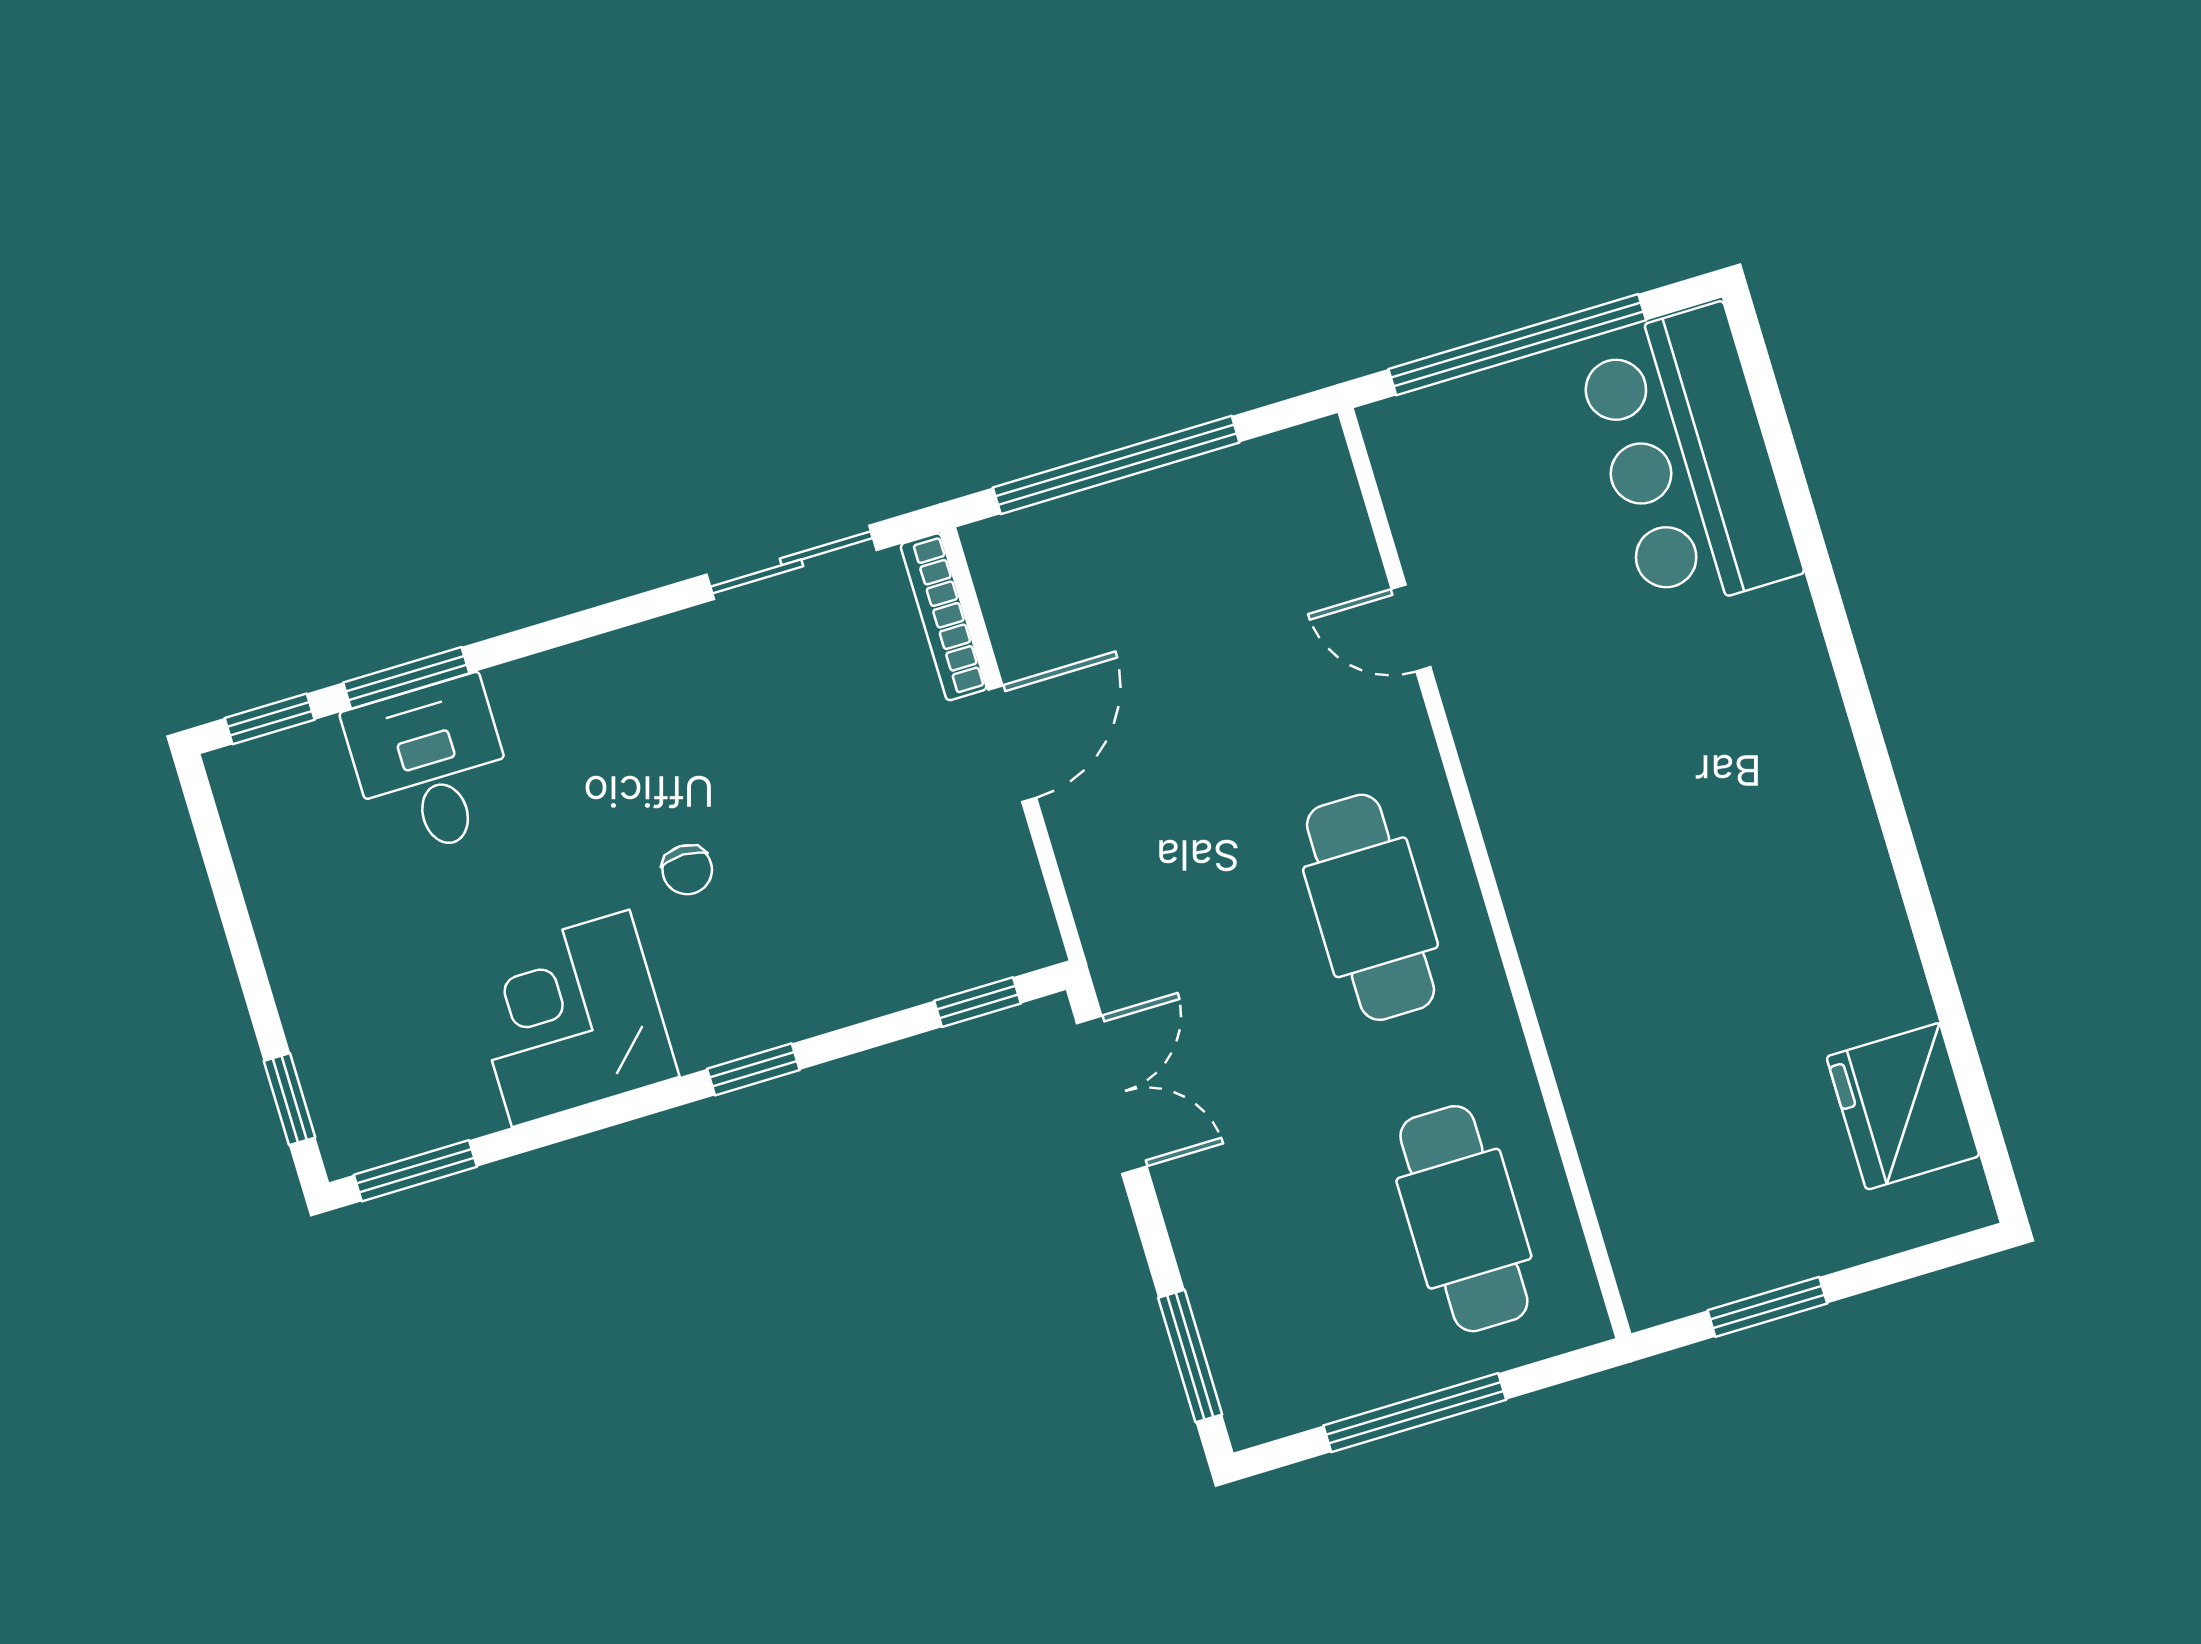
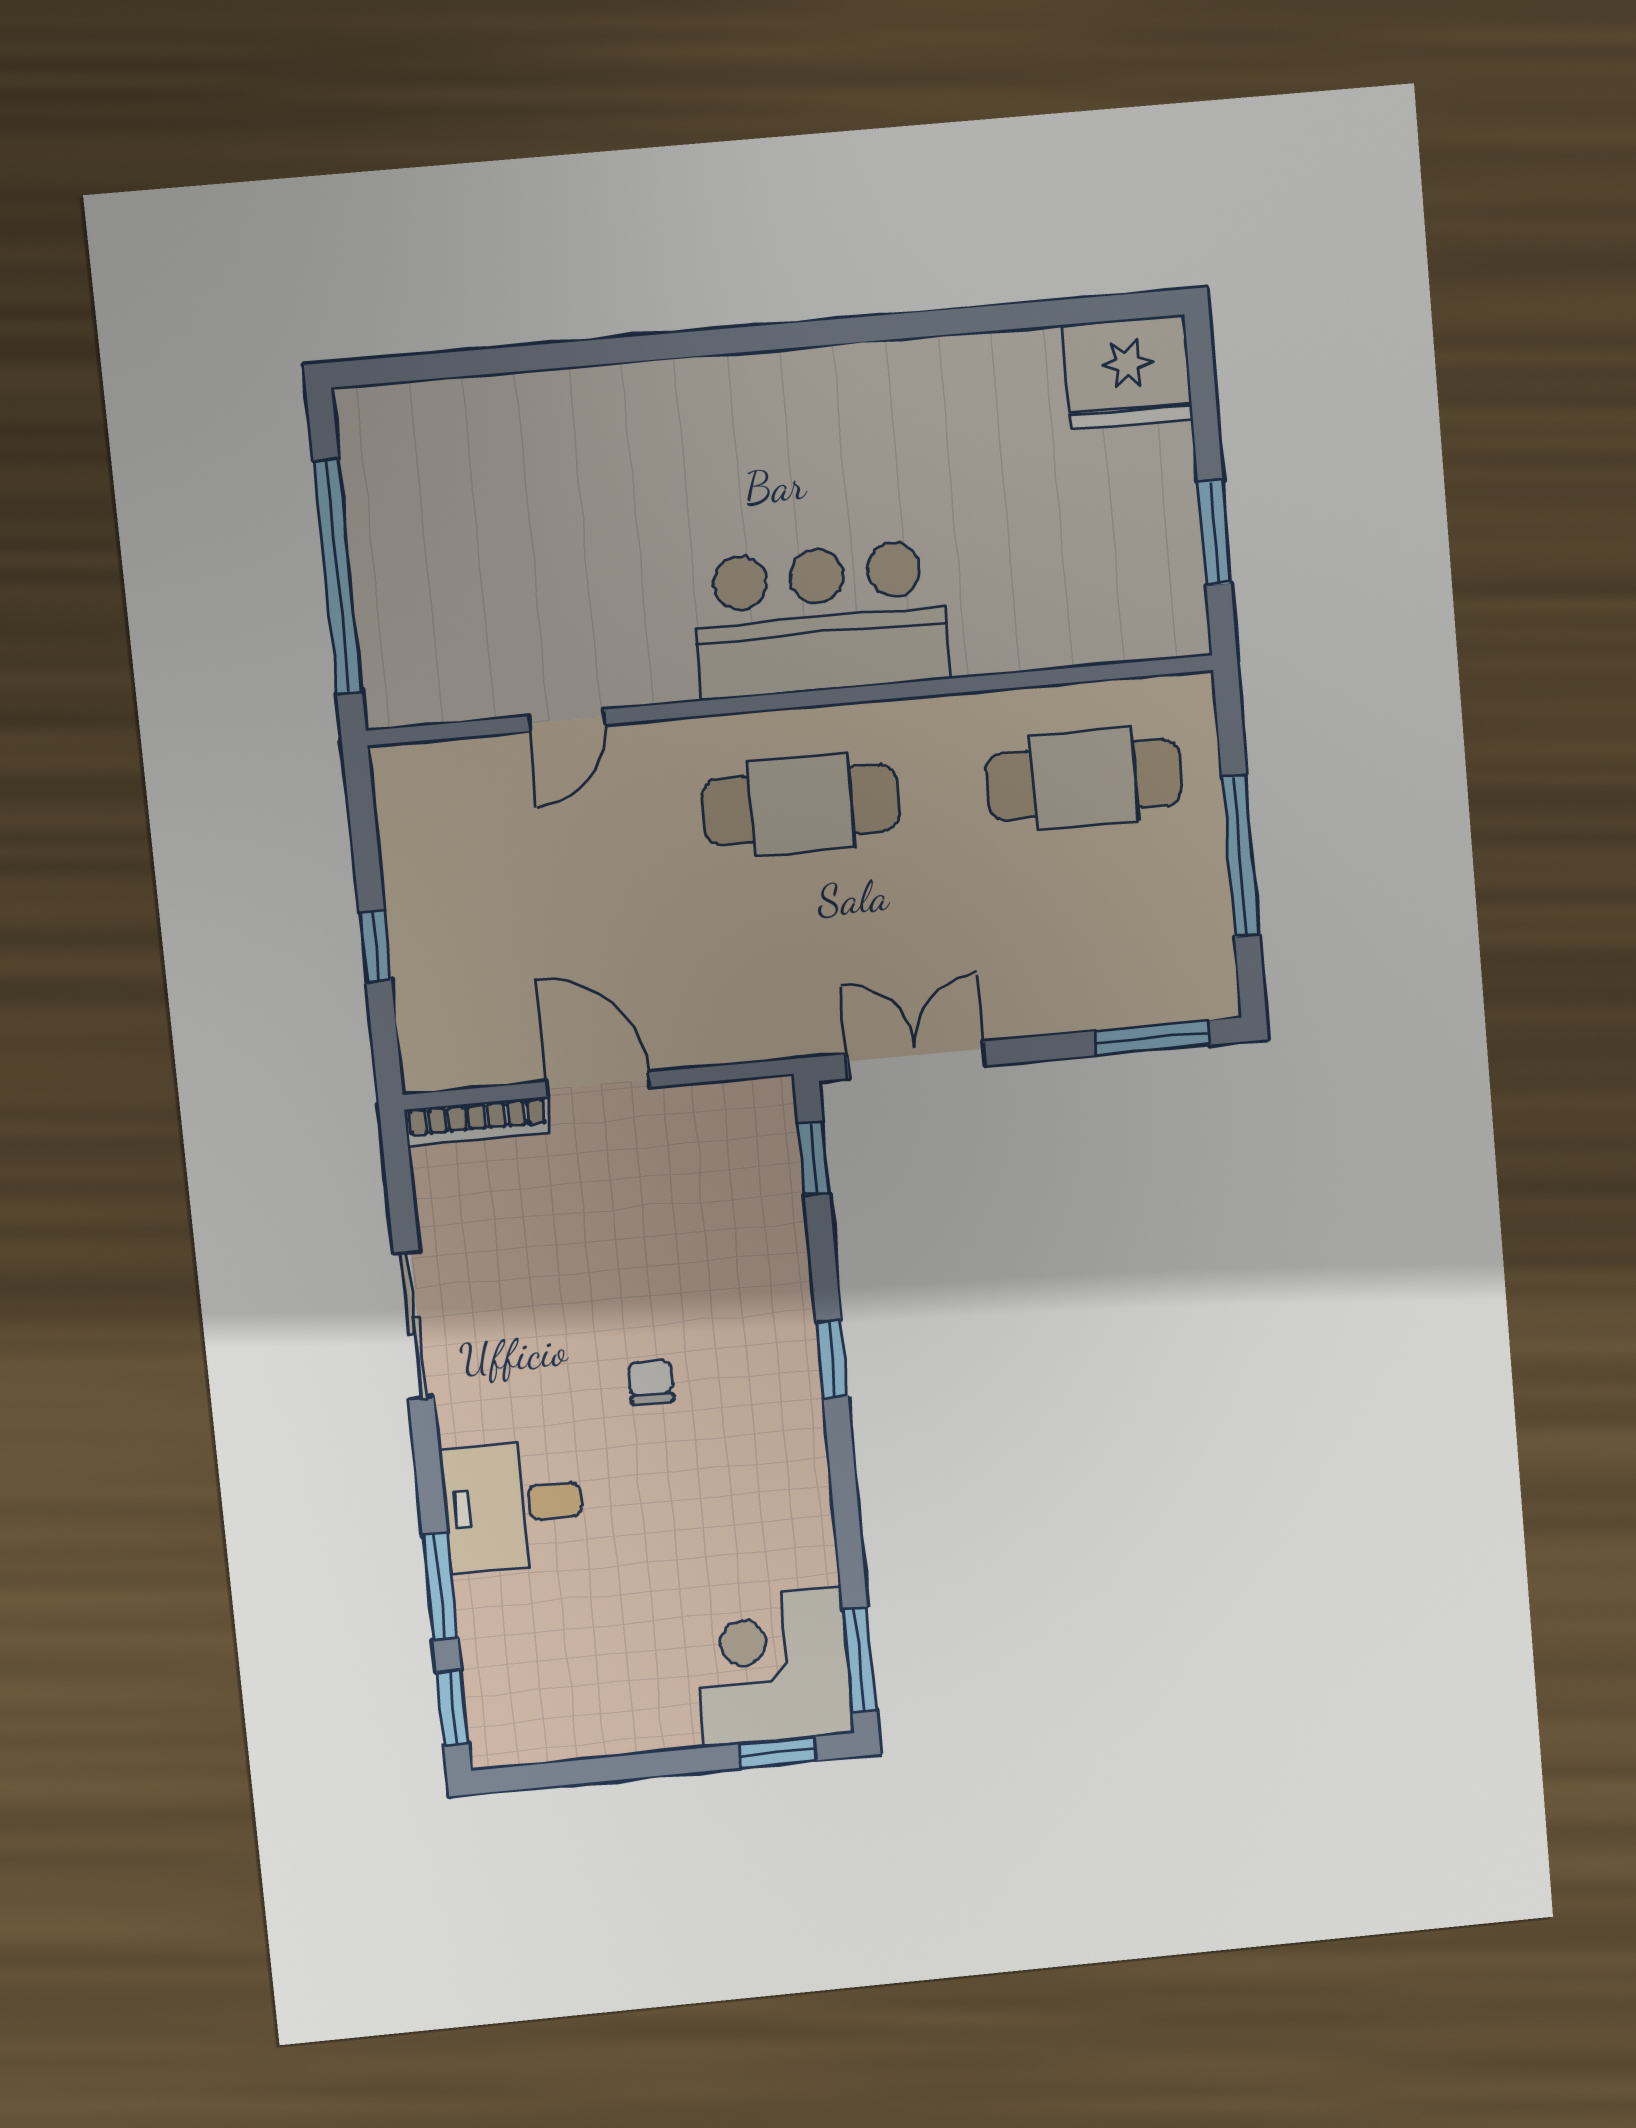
bar counter: (1688, 459) -> (821, 620), moved, turned 180
window: (1116, 465) -> (375, 947), width x0.32
sliding door: (792, 562) -> (414, 1326), moved
desk: (431, 767) -> (513, 1505), moved
chair: (687, 870) -> (651, 1382), turned -90
corner desk: (571, 1018) -> (773, 1667), moved, turned 90
fridge: (1903, 1106) -> (1127, 372), moved

